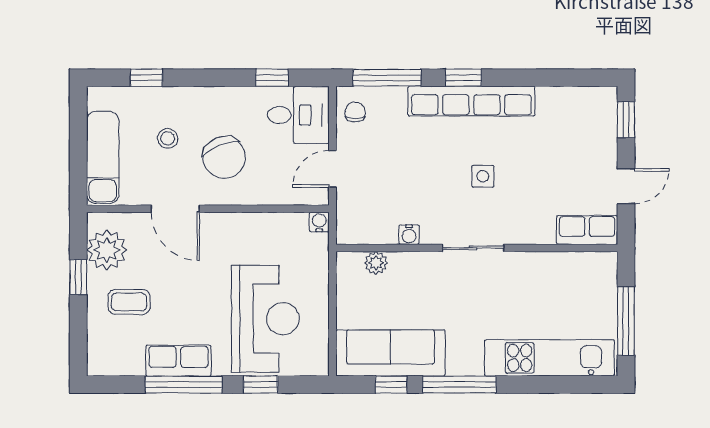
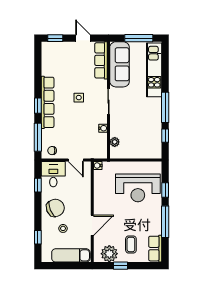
chair: (224, 157) -> (55, 208), moved
row of seats: (587, 230) -> (101, 60), width x1.48
reception desk: (265, 319) -> (138, 188), turned 180
sofa: (390, 353) -> (120, 64), moved, turned 180
row of seats: (178, 361) -> (155, 249), moved

